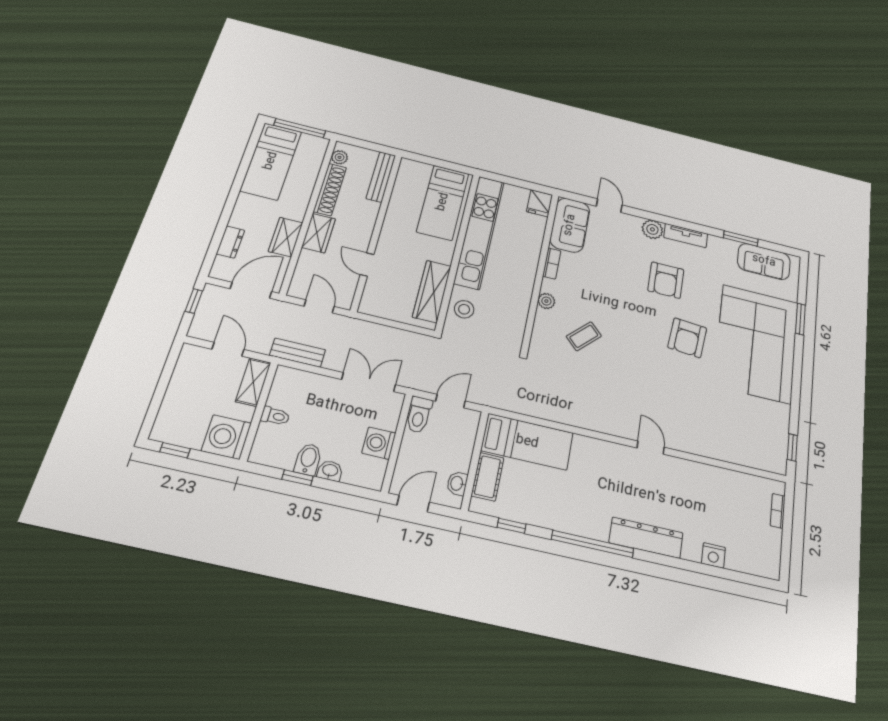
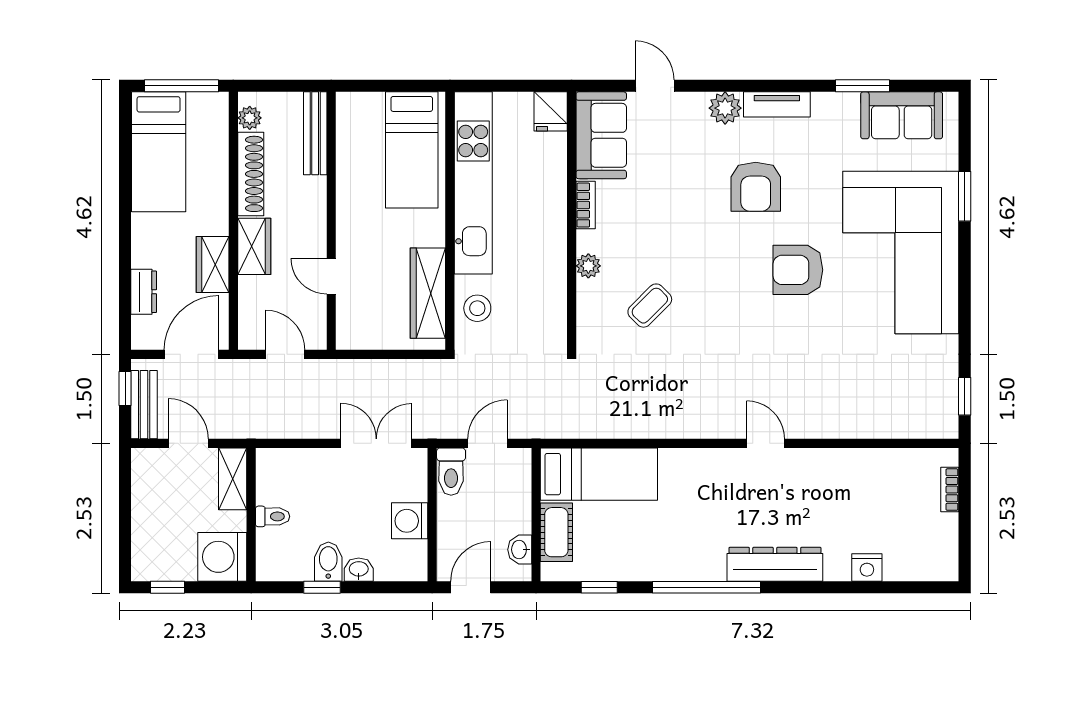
armchair: (687, 338) -> (798, 270), turned 85
bench: (298, 353) -> (144, 405), moved, turned 90

